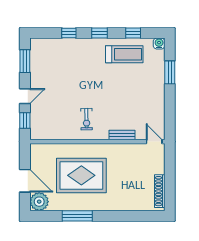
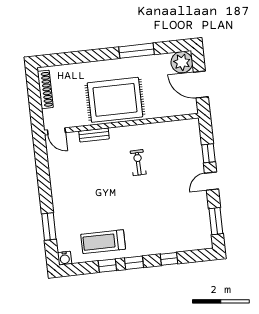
window: (133, 33) -> (107, 266), moved
bench: (122, 135) -> (94, 135), moved
wall: (97, 142) -> (121, 124), moved
door: (154, 142) -> (56, 131), moved
rug: (81, 175) -> (115, 100), moved

